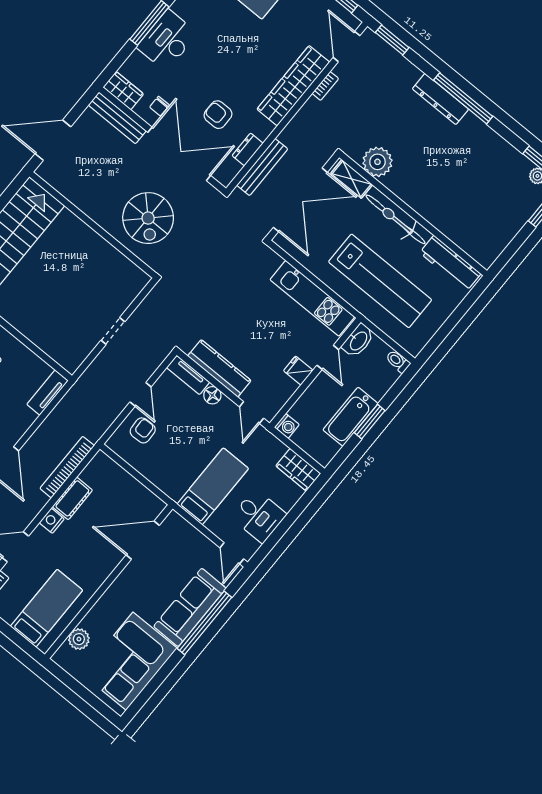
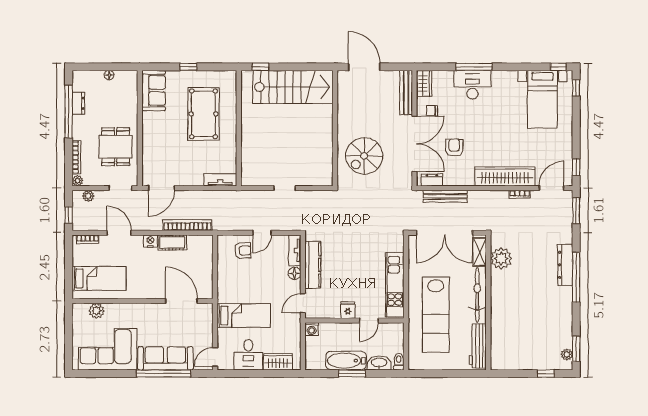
dresser: (248, 149) -> (432, 180), moved
washbasin: (358, 341) -> (379, 363), moved, turned 180
wardrobe: (298, 470) -> (278, 362), moved, turned 90

